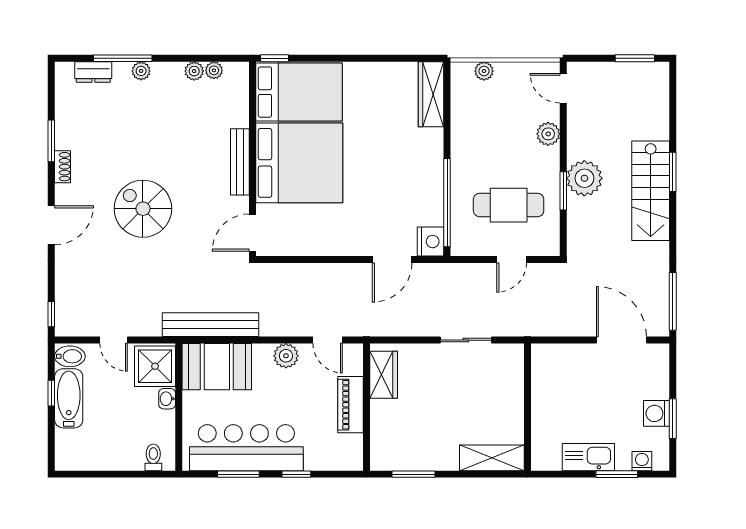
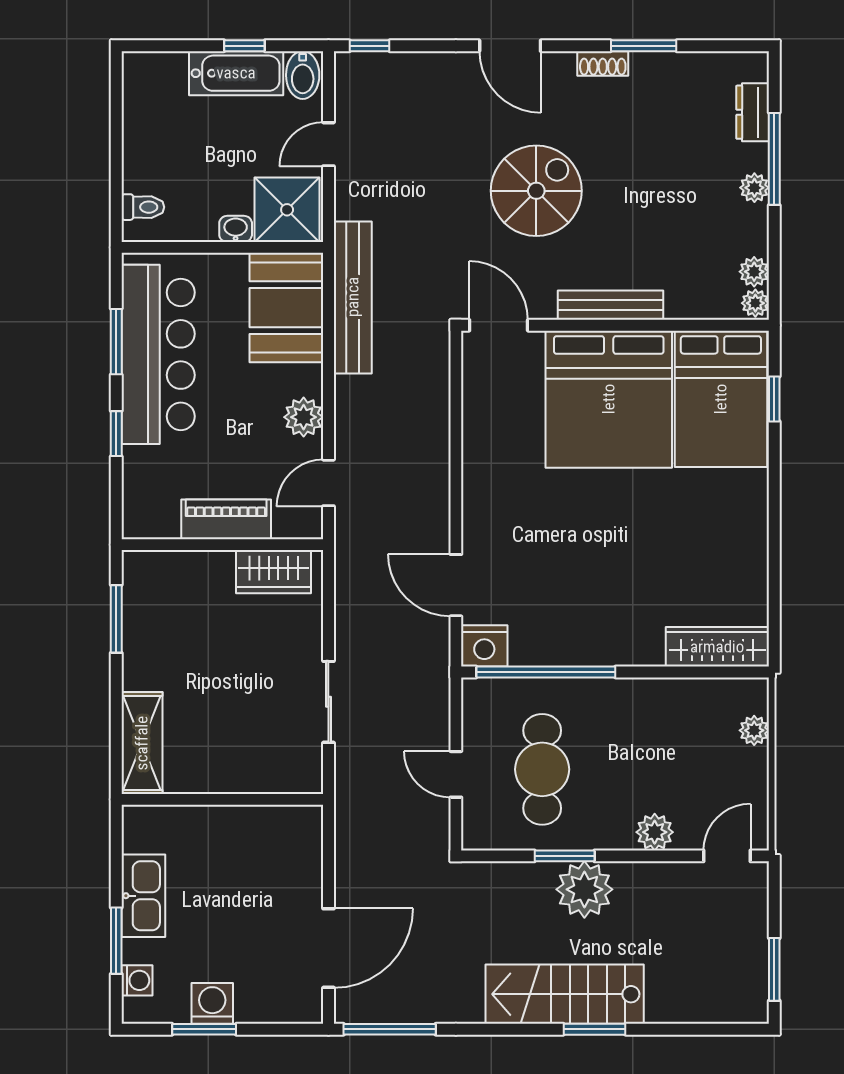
bed: (299, 92) -> (721, 399), moved
wall: (253, 159) -> (615, 325), moved
bench: (240, 162) -> (611, 305), moved
bed: (299, 163) -> (609, 399), moved
door: (253, 233) -> (499, 325), moved

